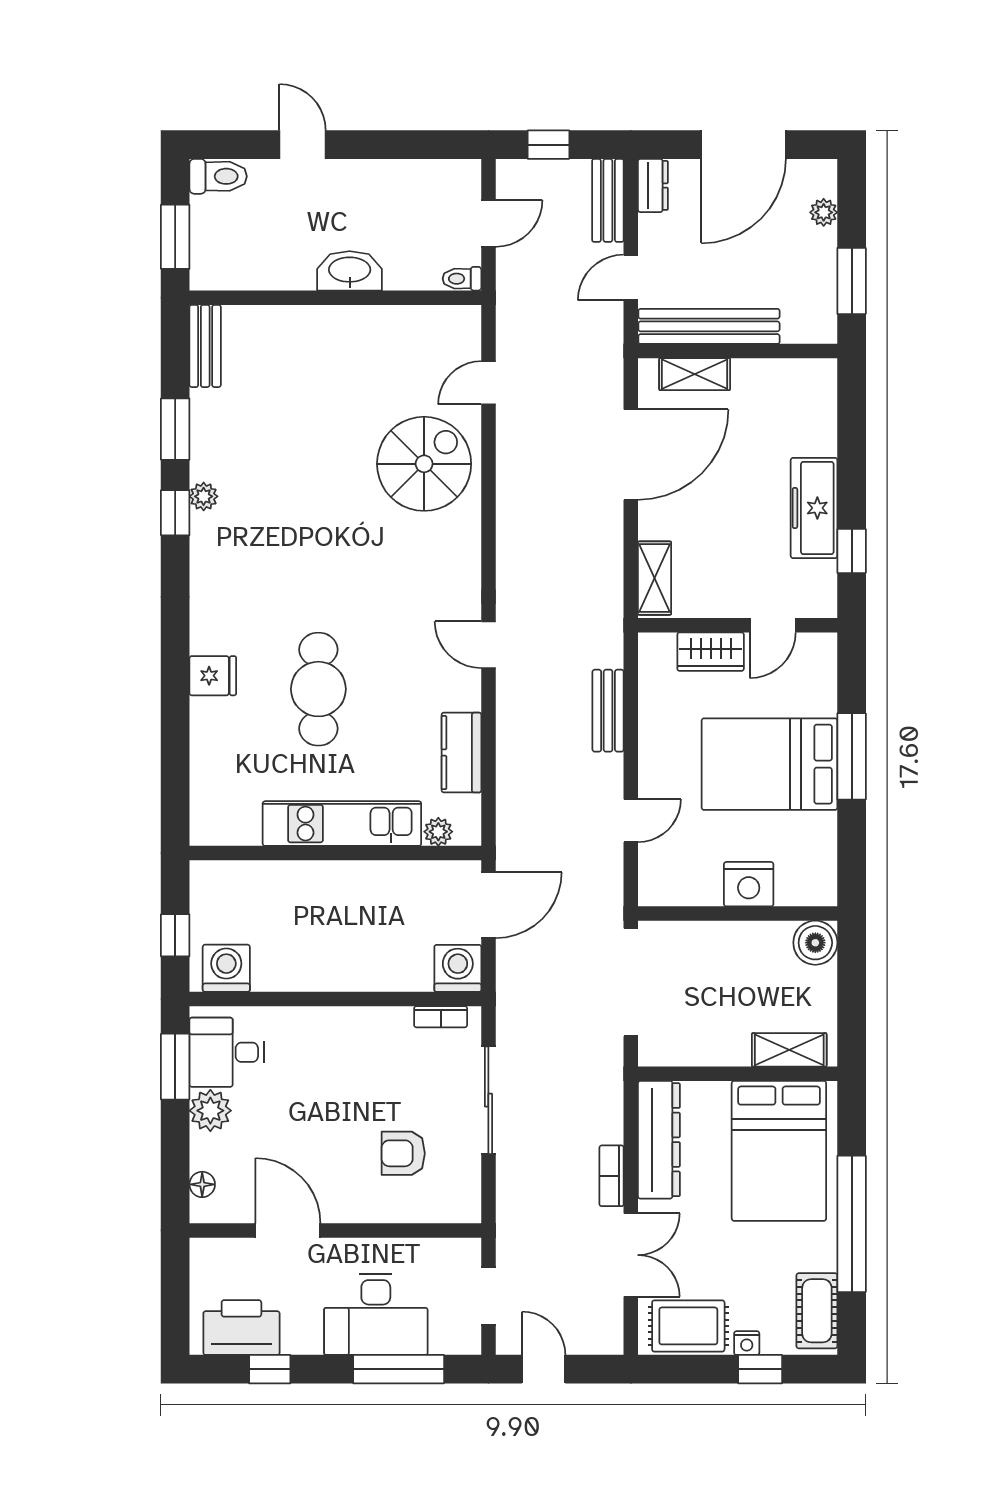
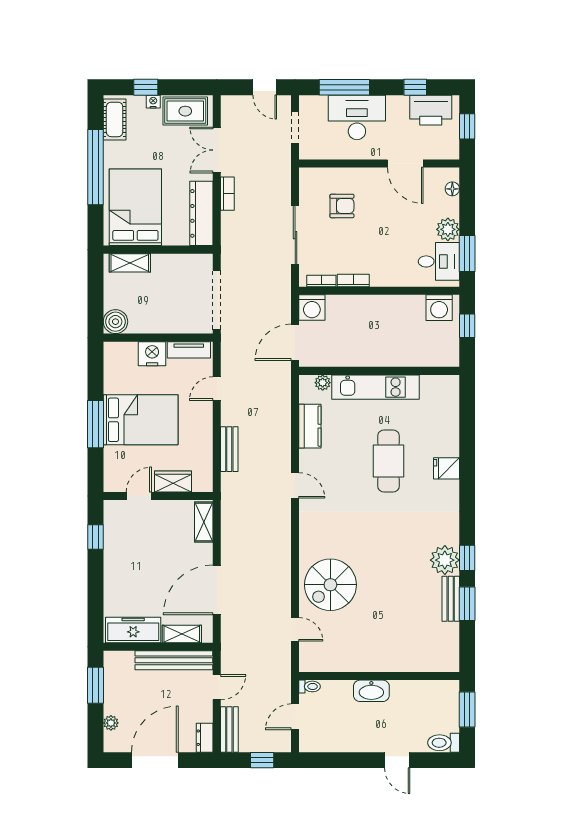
bench: (205, 346) -> (451, 599), moved
door: (488, 383) -> (295, 629), hinge flipped
plant: (204, 496) -> (445, 560), width x1.87, depth x1.87
freezer: (814, 508) -> (133, 630), moved, turned -90
tv unit: (682, 891) -> (189, 350), added
bookcase: (383, 1018) -> (353, 280), added
window: (175, 1298) -> (467, 126), added

